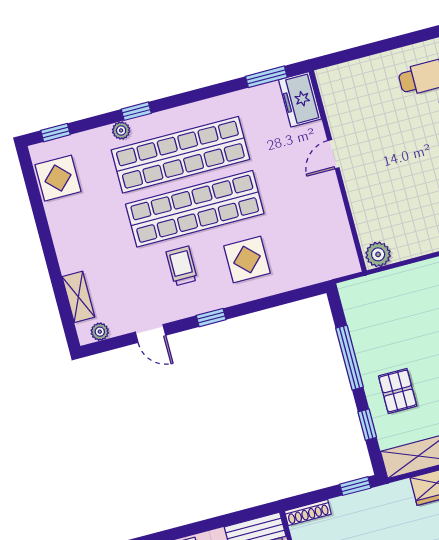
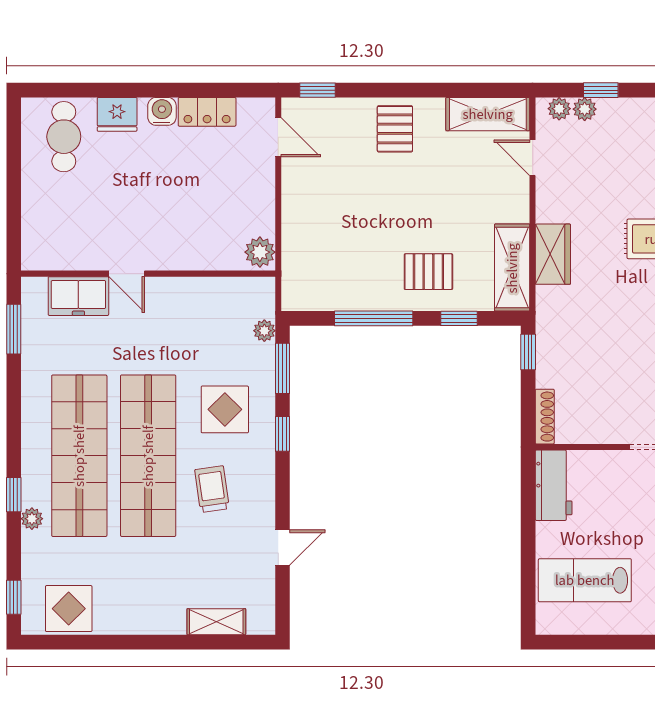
freezer: (300, 99) -> (78, 296), moved
trolley: (182, 266) -> (212, 489), turned 82
window: (291, 296) -> (283, 368), added
window: (211, 318) -> (283, 434), moved
plant: (100, 332) -> (264, 331), moved

